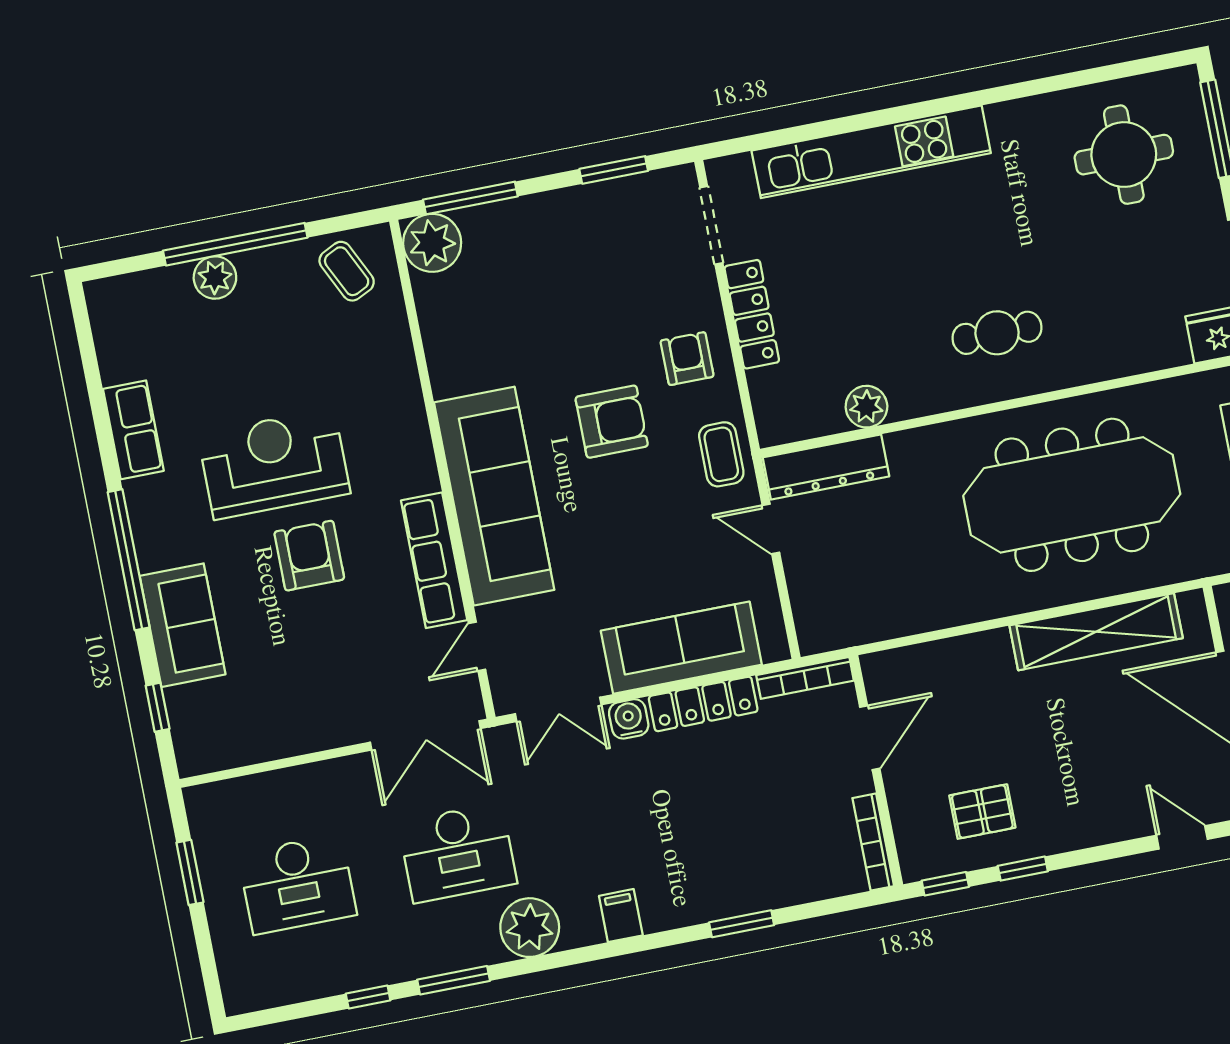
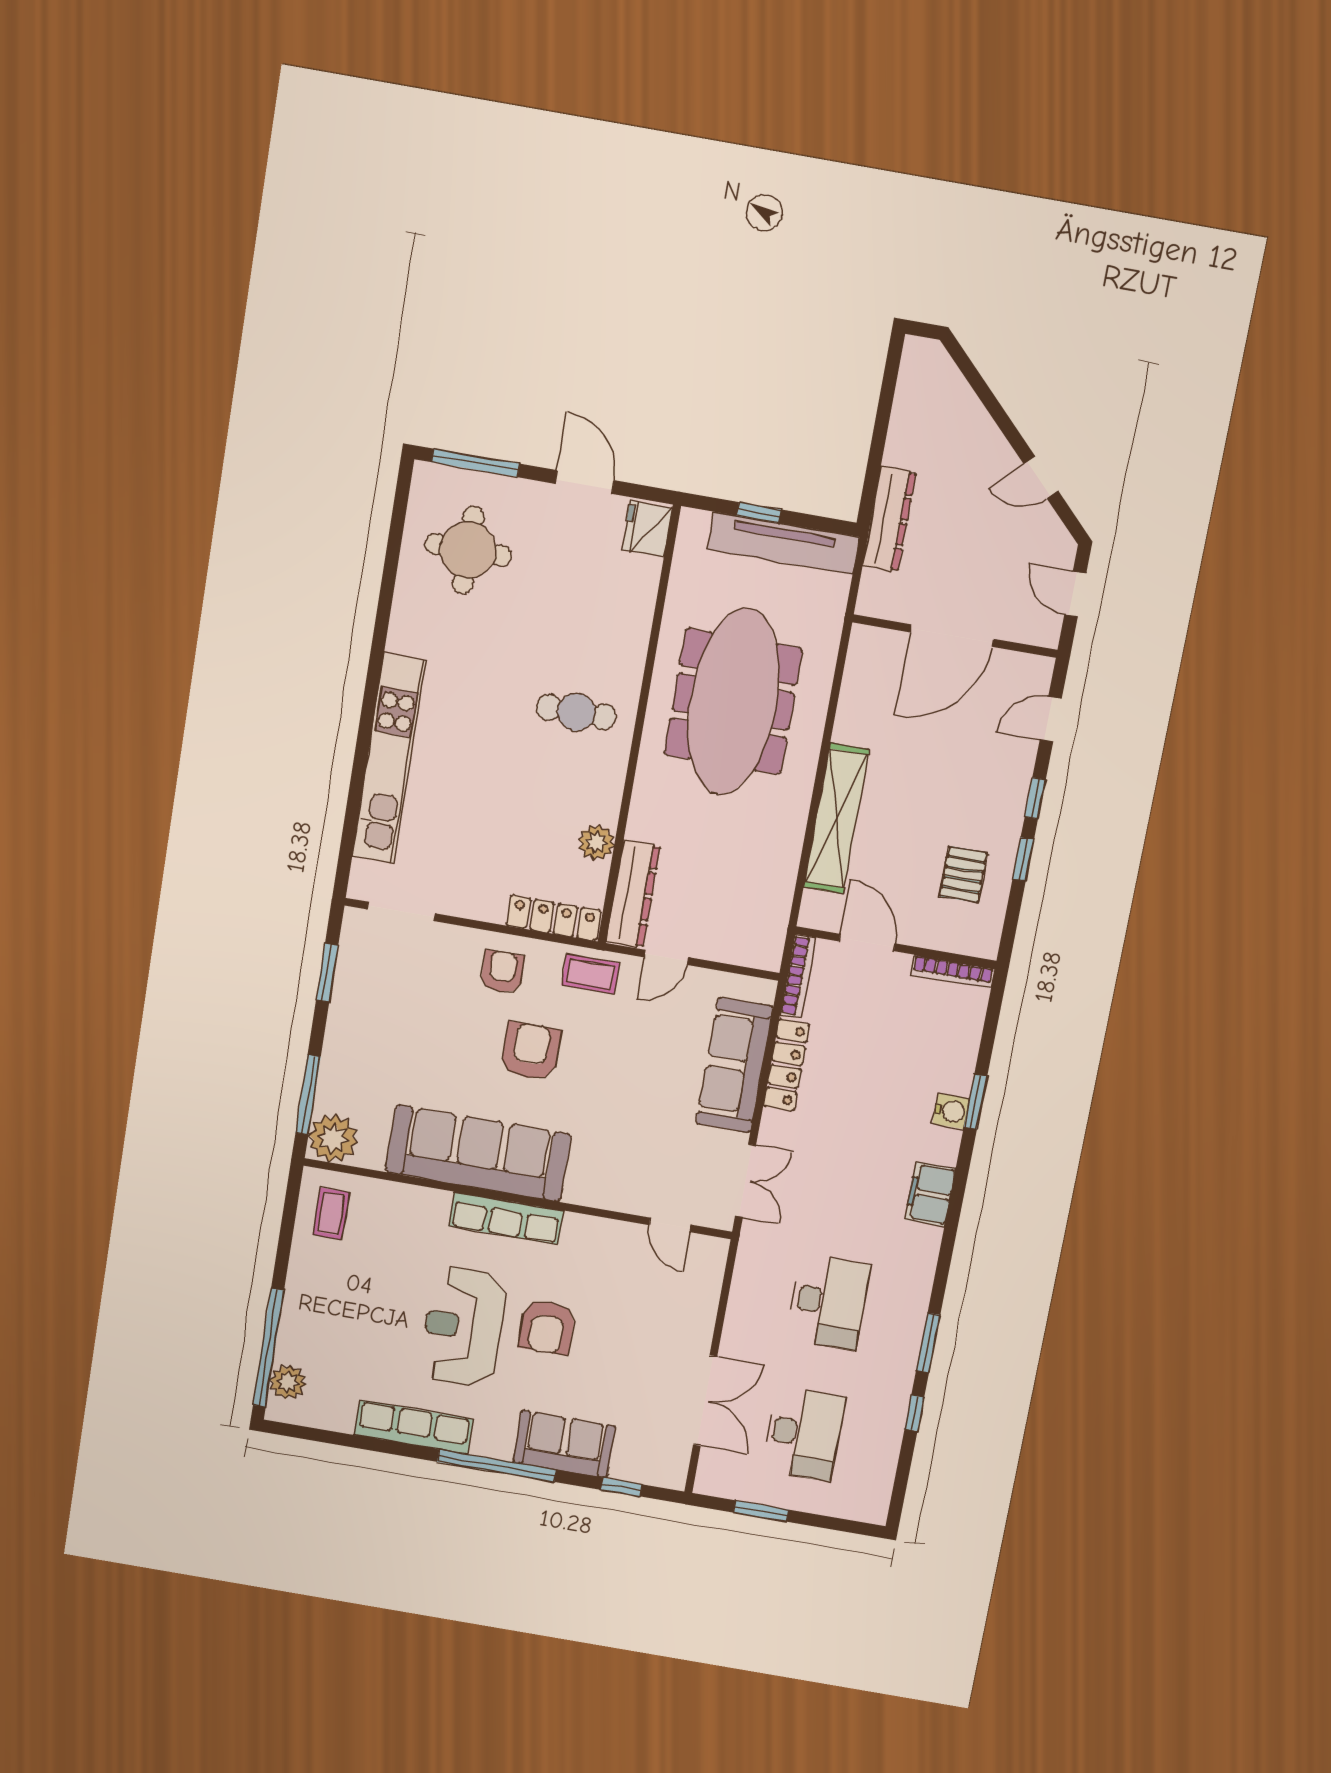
window: (235, 244) -> (268, 1348), moved
coffee table: (347, 271) -> (331, 1214), turned -64
plant: (215, 277) -> (288, 1382), moved
locker: (752, 314) -> (554, 918), moved
cafe table: (997, 333) -> (576, 712), turned 90
armchair: (687, 359) -> (502, 972), turned 90
row of seats: (133, 430) -> (414, 1427), width x1.48
sofa: (494, 496) -> (478, 1153), moved
armchair: (309, 556) -> (547, 1327), turned -90
row of seats: (434, 560) -> (506, 1218), moved
shelving: (1096, 632) -> (836, 818), moved
water cooler: (629, 719) -> (951, 1111), moved, turned 180
double door: (425, 735) -> (705, 1401), moved
window: (945, 884) -> (1035, 798), moved
filing cabinet: (621, 916) -> (930, 1194), width x2.00
plant: (530, 928) -> (911, 1269), removed

